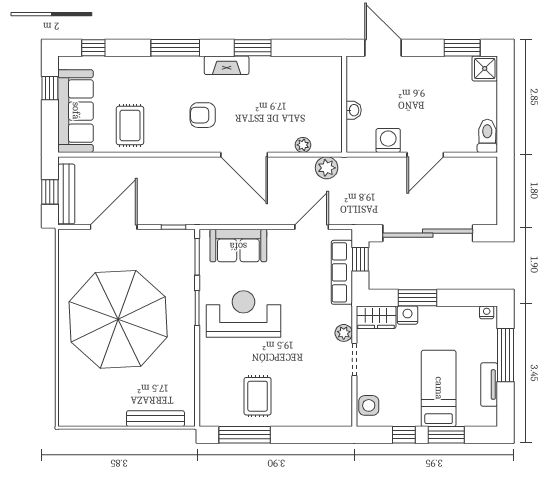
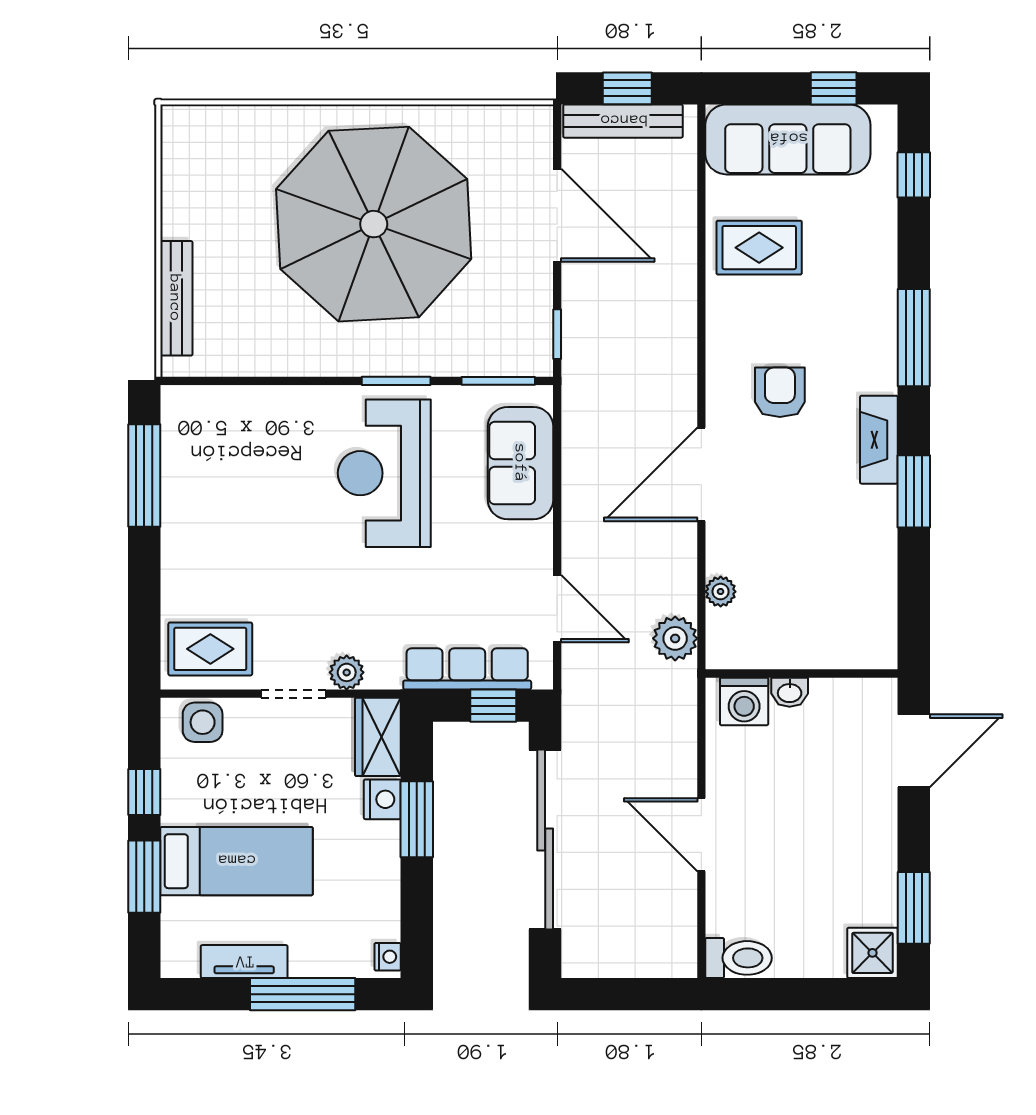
washing machine: (388, 140) -> (744, 701), moved, turned 90
reception desk: (243, 314) -> (384, 473), turned 180
rug: (258, 396) -> (210, 649), moved

